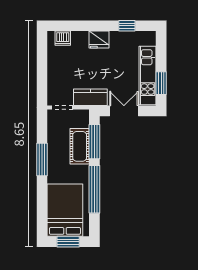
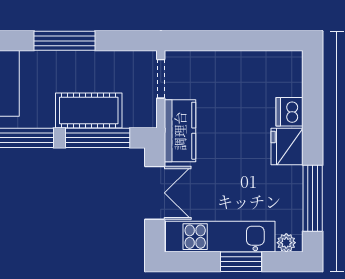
window: (127, 26) -> (313, 198), width x2.17
dishwasher: (63, 38) -> (289, 112), moved
plant: (151, 40) -> (286, 243), added
window: (161, 83) -> (241, 262), moved

